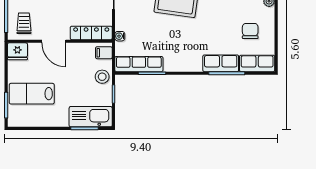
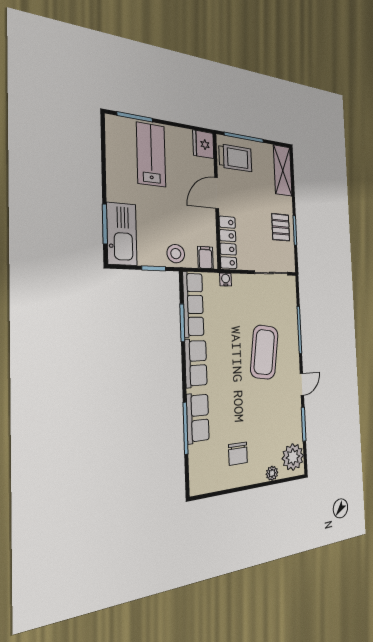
trolley: (24, 23) -> (235, 158), width x1.36, depth x1.39
chair: (250, 31) -> (238, 454), turned 90
row of seats: (257, 63) -> (196, 363), moved

